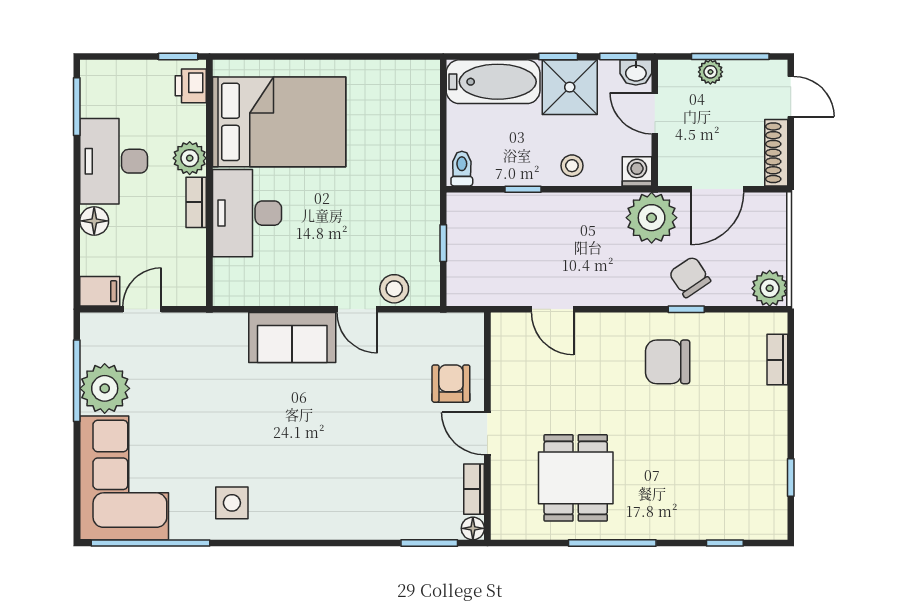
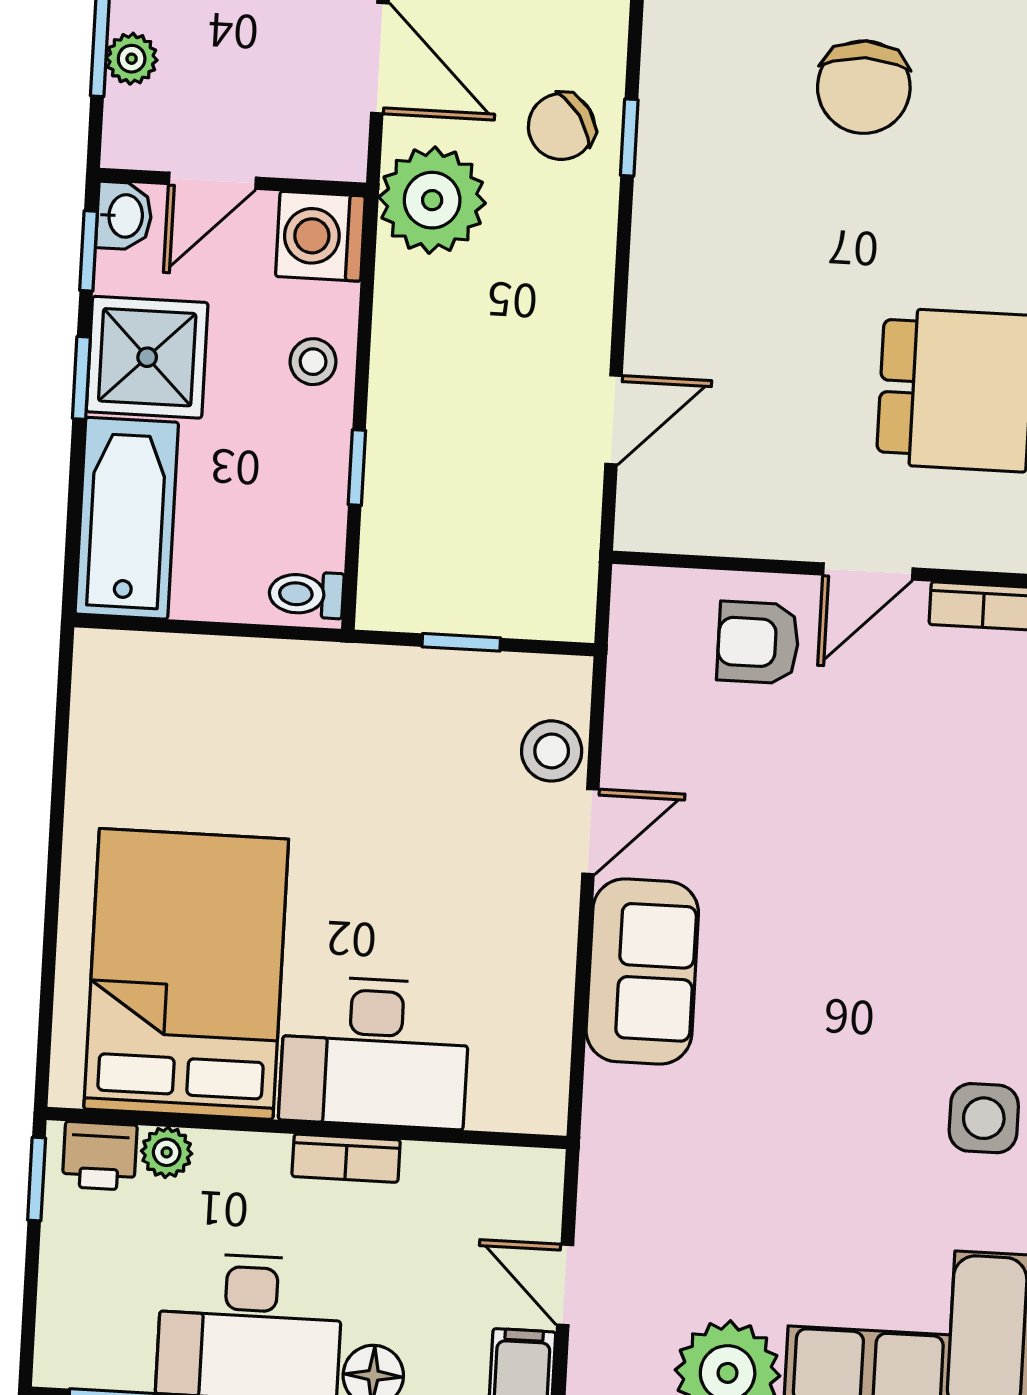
plant: (190, 158) -> (167, 1152), moved, width x0.73, depth x0.73
washing machine: (637, 171) -> (320, 236), width x1.38, depth x1.38
chair: (668, 362) -> (864, 87), moved

